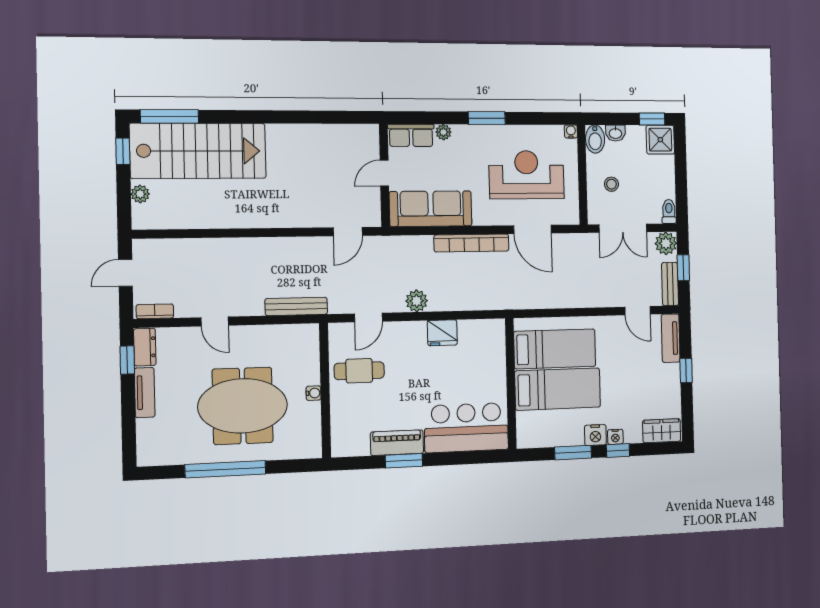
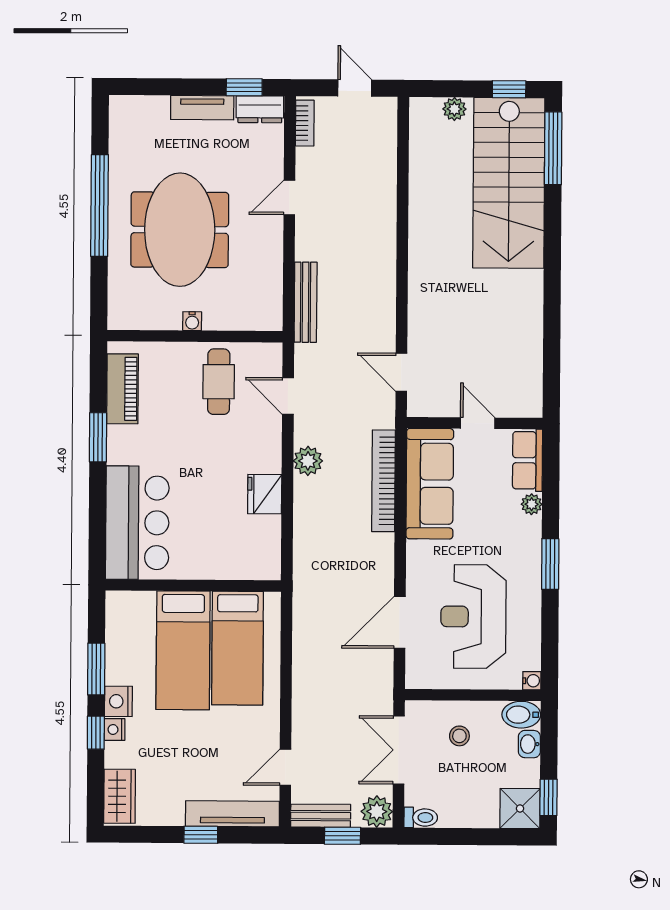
reception desk: (527, 175) -> (473, 617), turned 180
bookcase: (471, 243) -> (383, 481), moved
tv unit: (671, 338) -> (232, 814), width x1.41
piano: (397, 443) -> (122, 389), moved

